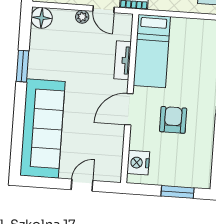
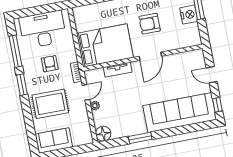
bed: (152, 51) -> (105, 45), width x1.50
door: (129, 109) -> (150, 56), hinge flipped
nightstand: (138, 163) -> (189, 15), moved, turned -90
window: (40, 182) -> (217, 105), added

